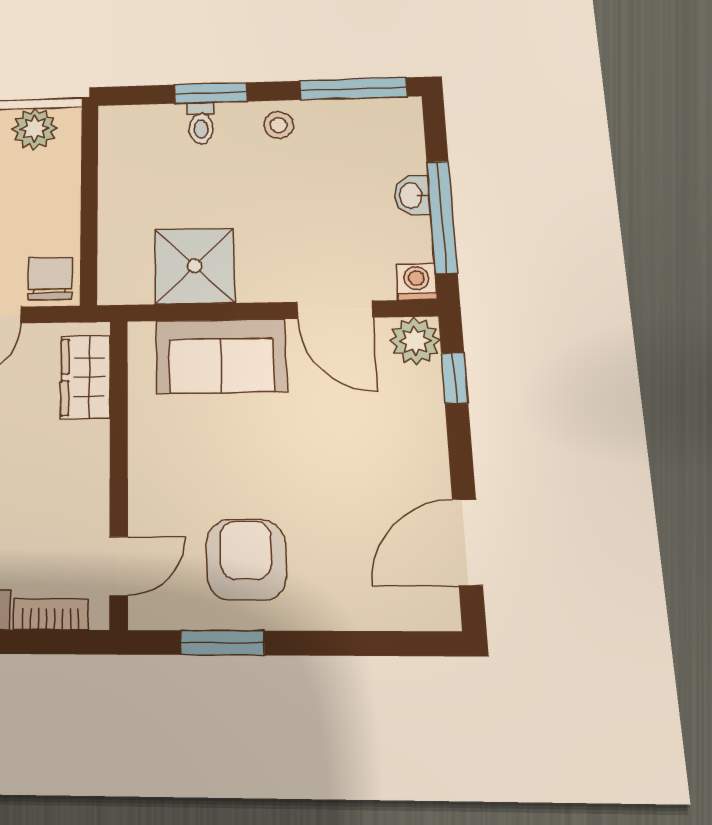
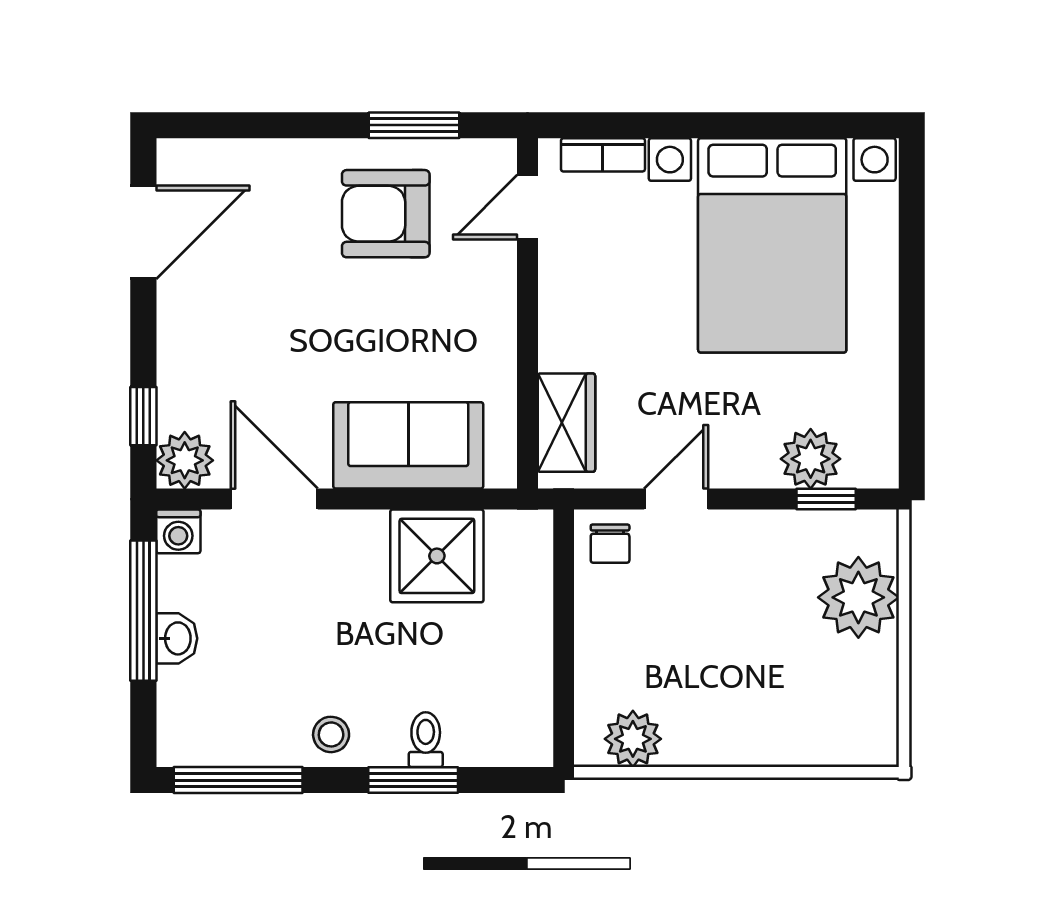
chair: (50, 279) -> (610, 544), width x0.73, depth x0.73
armchair: (246, 560) -> (386, 214), turned 90

